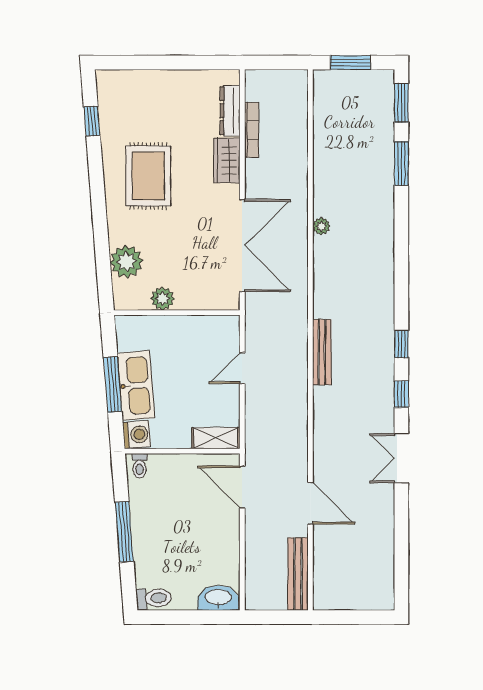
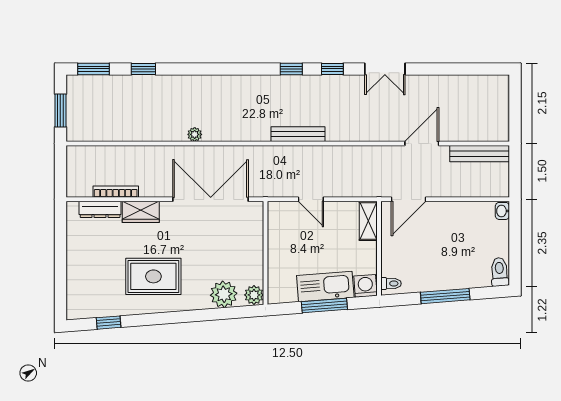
window: (401, 164) -> (143, 69), width x0.67
plant: (163, 299) -> (254, 295), moved
washbasin: (218, 598) -> (502, 211), width x0.52, depth x0.69

